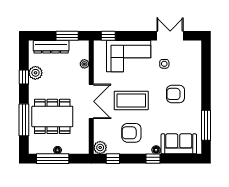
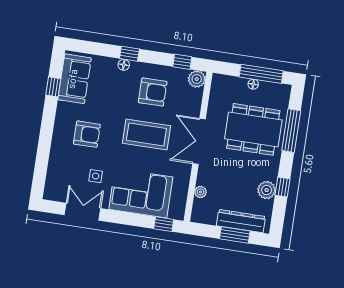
window: (67, 36) -> (235, 235), moved
double door: (170, 36) -> (82, 212), swing flipped
window: (206, 125) -> (53, 87), width x0.46
sofa: (179, 144) -> (74, 79), moved, turned -90

